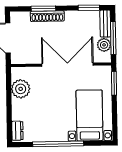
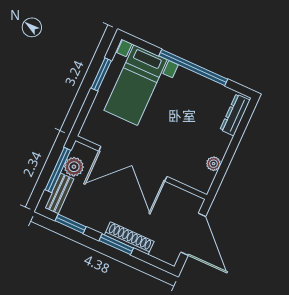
window: (43, 9) -> (116, 244), moved
window: (114, 83) -> (101, 74), moved
plant: (21, 89) -> (214, 164), width x0.53, depth x0.53
dresser: (17, 131) -> (235, 115), width x1.44

